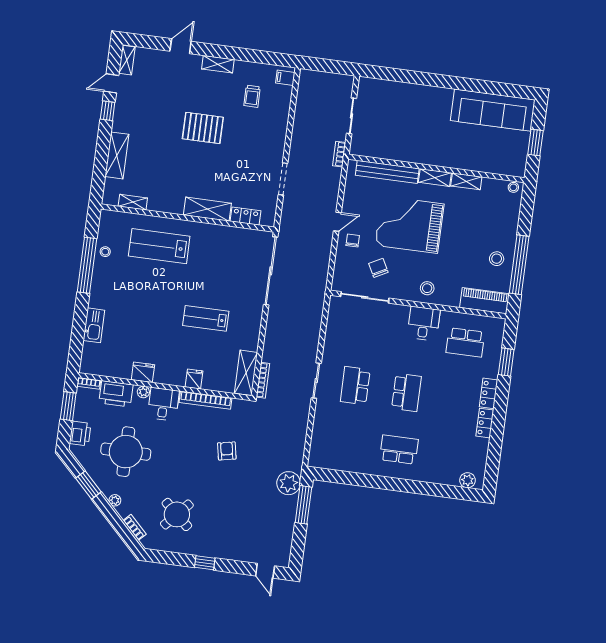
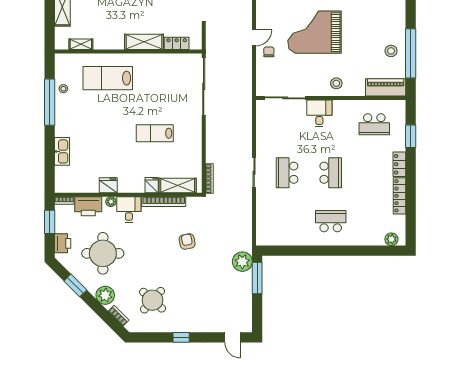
chair: (378, 268) -> (293, 72), removed
desk: (424, 324) -> (319, 113), moved
shelving: (246, 373) -> (178, 185), moved, turned 90
locker: (485, 423) -> (399, 196), width x1.53
plant: (115, 500) -> (105, 295), width x1.88, depth x1.88

